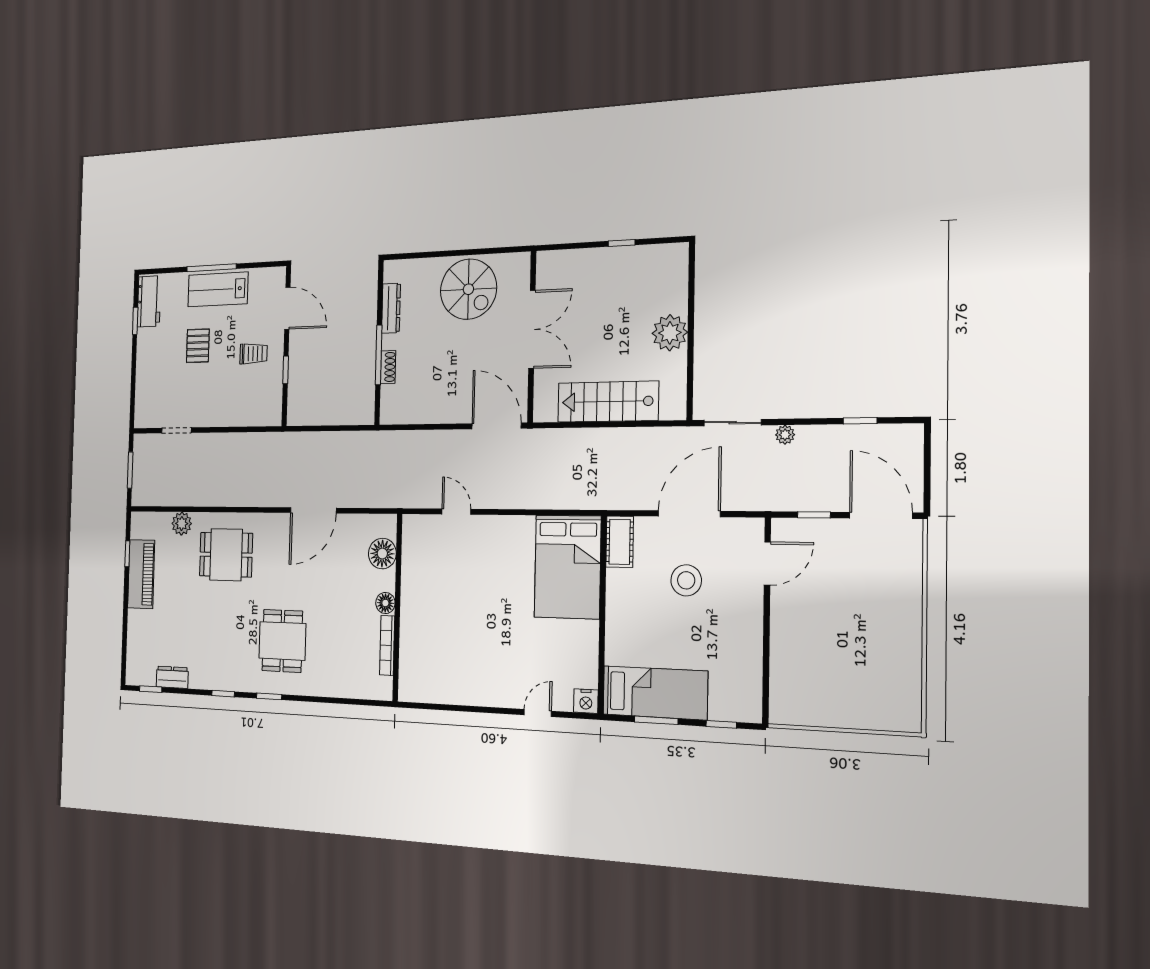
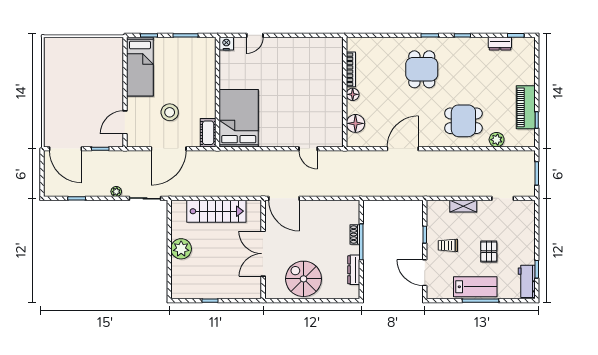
shelving: (230, 417) -> (463, 206), added
bed: (655, 693) -> (140, 67), moved, turned -90

